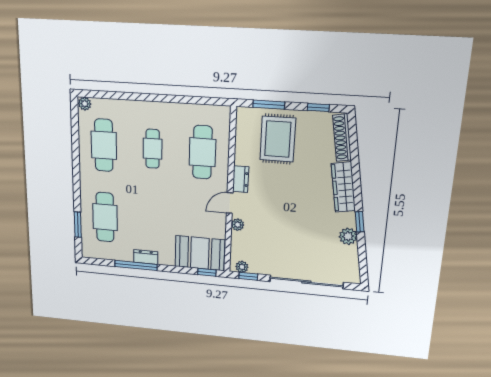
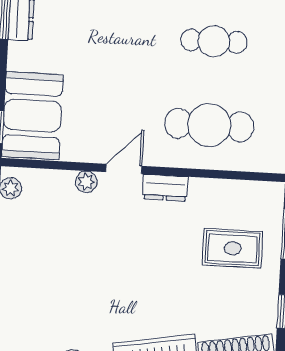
rug: (278, 139) -> (233, 248), width x0.73, depth x0.70
door: (230, 203) -> (124, 169), hinge flipped

